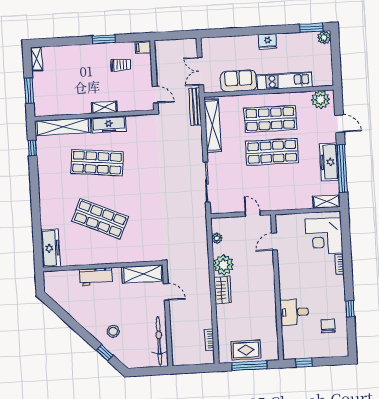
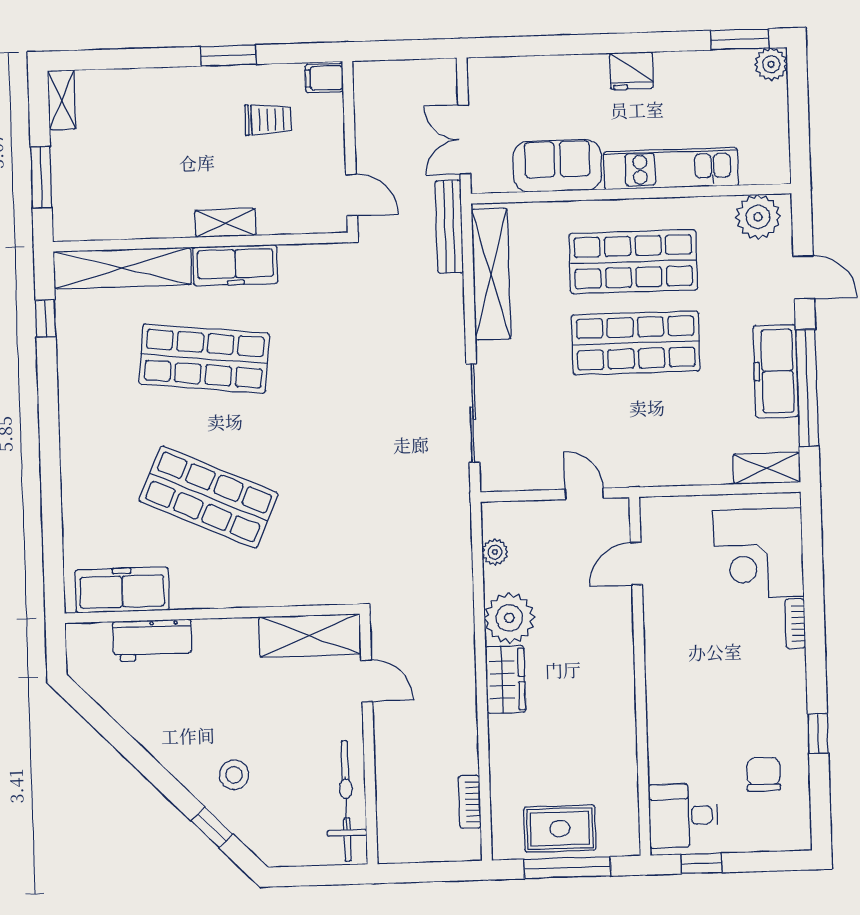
freezer: (51, 248) -> (122, 590), moved, turned -90
workbench: (96, 277) -> (152, 640), moved
desk: (294, 312) -> (683, 816), moved

